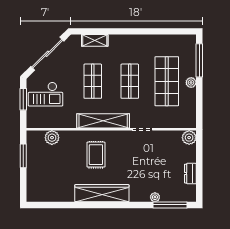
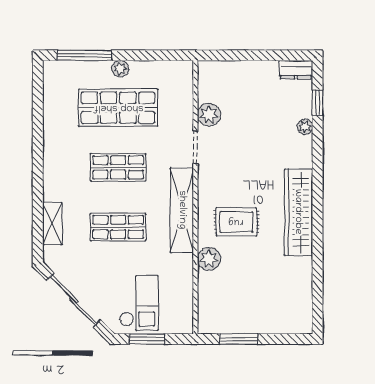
plant: (52, 138) -> (209, 259), moved
plant: (189, 138) -> (209, 115), moved
dresser: (190, 174) -> (296, 70), moved
window: (170, 205) -> (317, 103), width x0.46

